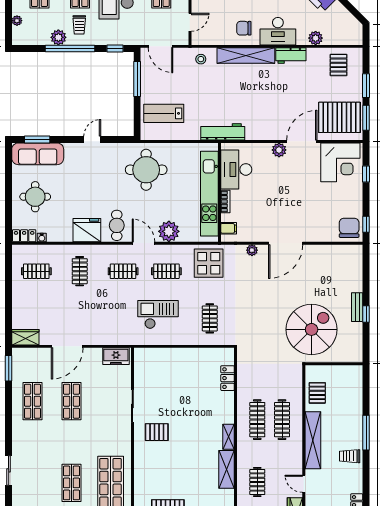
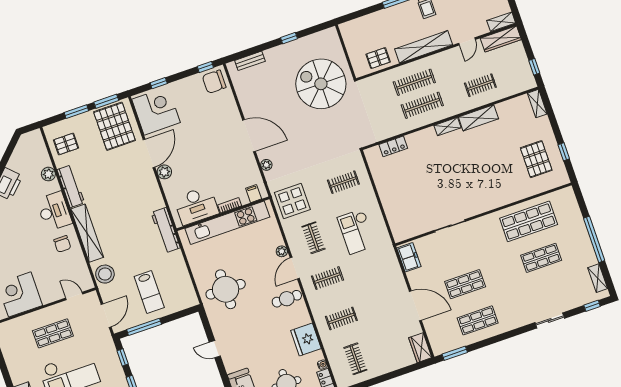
workbench: (291, 56) -> (71, 186), width x1.38
stool: (201, 59) -> (105, 274), width x1.89, depth x1.89
lab bench: (164, 113) -> (149, 292), moved
door: (302, 141) -> (149, 153), swing flipped
fridge: (87, 230) -> (306, 339), moved
plant: (169, 231) -> (282, 251), width x0.53, depth x0.53
clothes rail: (123, 271) -> (327, 278), turned 90
bench: (357, 307) -> (250, 61), moved
pallet: (157, 432) -> (466, 195), removed

